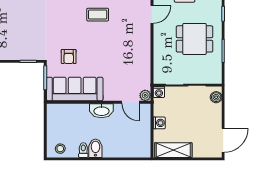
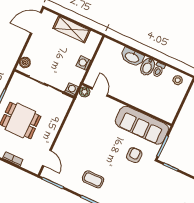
door: (152, 14) -> (47, 158), swing flipped
washbasin: (101, 111) -> (132, 57), moved, turned 180
shelving: (173, 150) -> (72, 29), moved

